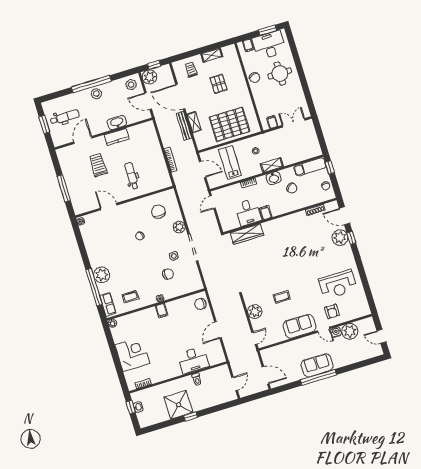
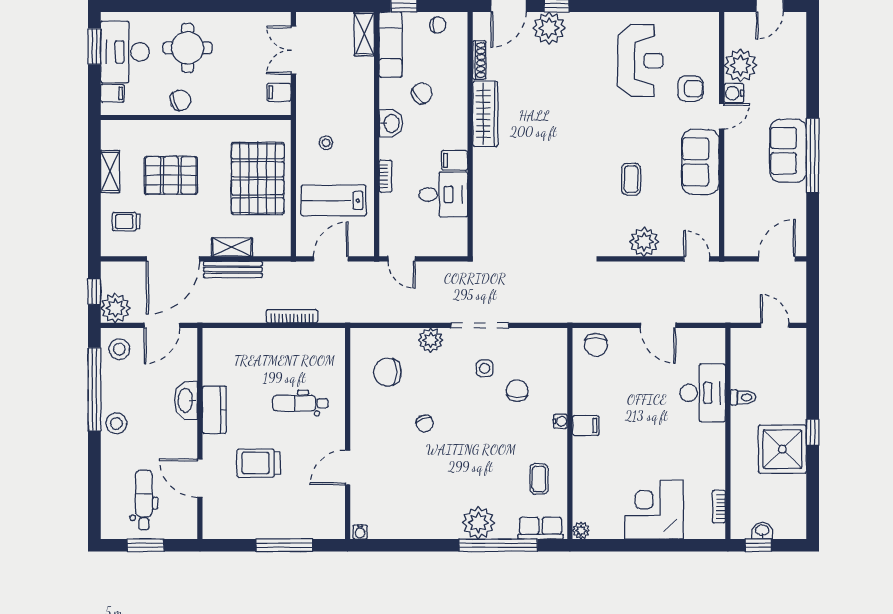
window: (91, 84) -> (94, 389), moved
pallet: (219, 84) -> (171, 175), width x1.50, depth x1.42
shelving: (272, 165) -> (364, 34), moved
wardrobe: (247, 234) -> (485, 114), moved

